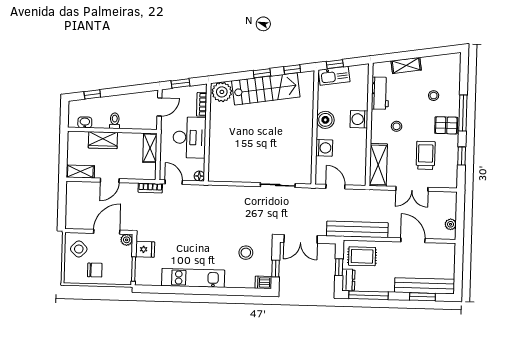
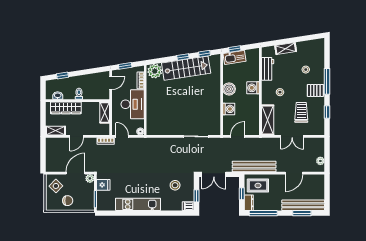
wardrobe: (103, 140) -> (66, 108), width x1.50
door: (335, 187) -> (238, 136), hinge flipped
door: (413, 240) -> (294, 173), swing flipped

